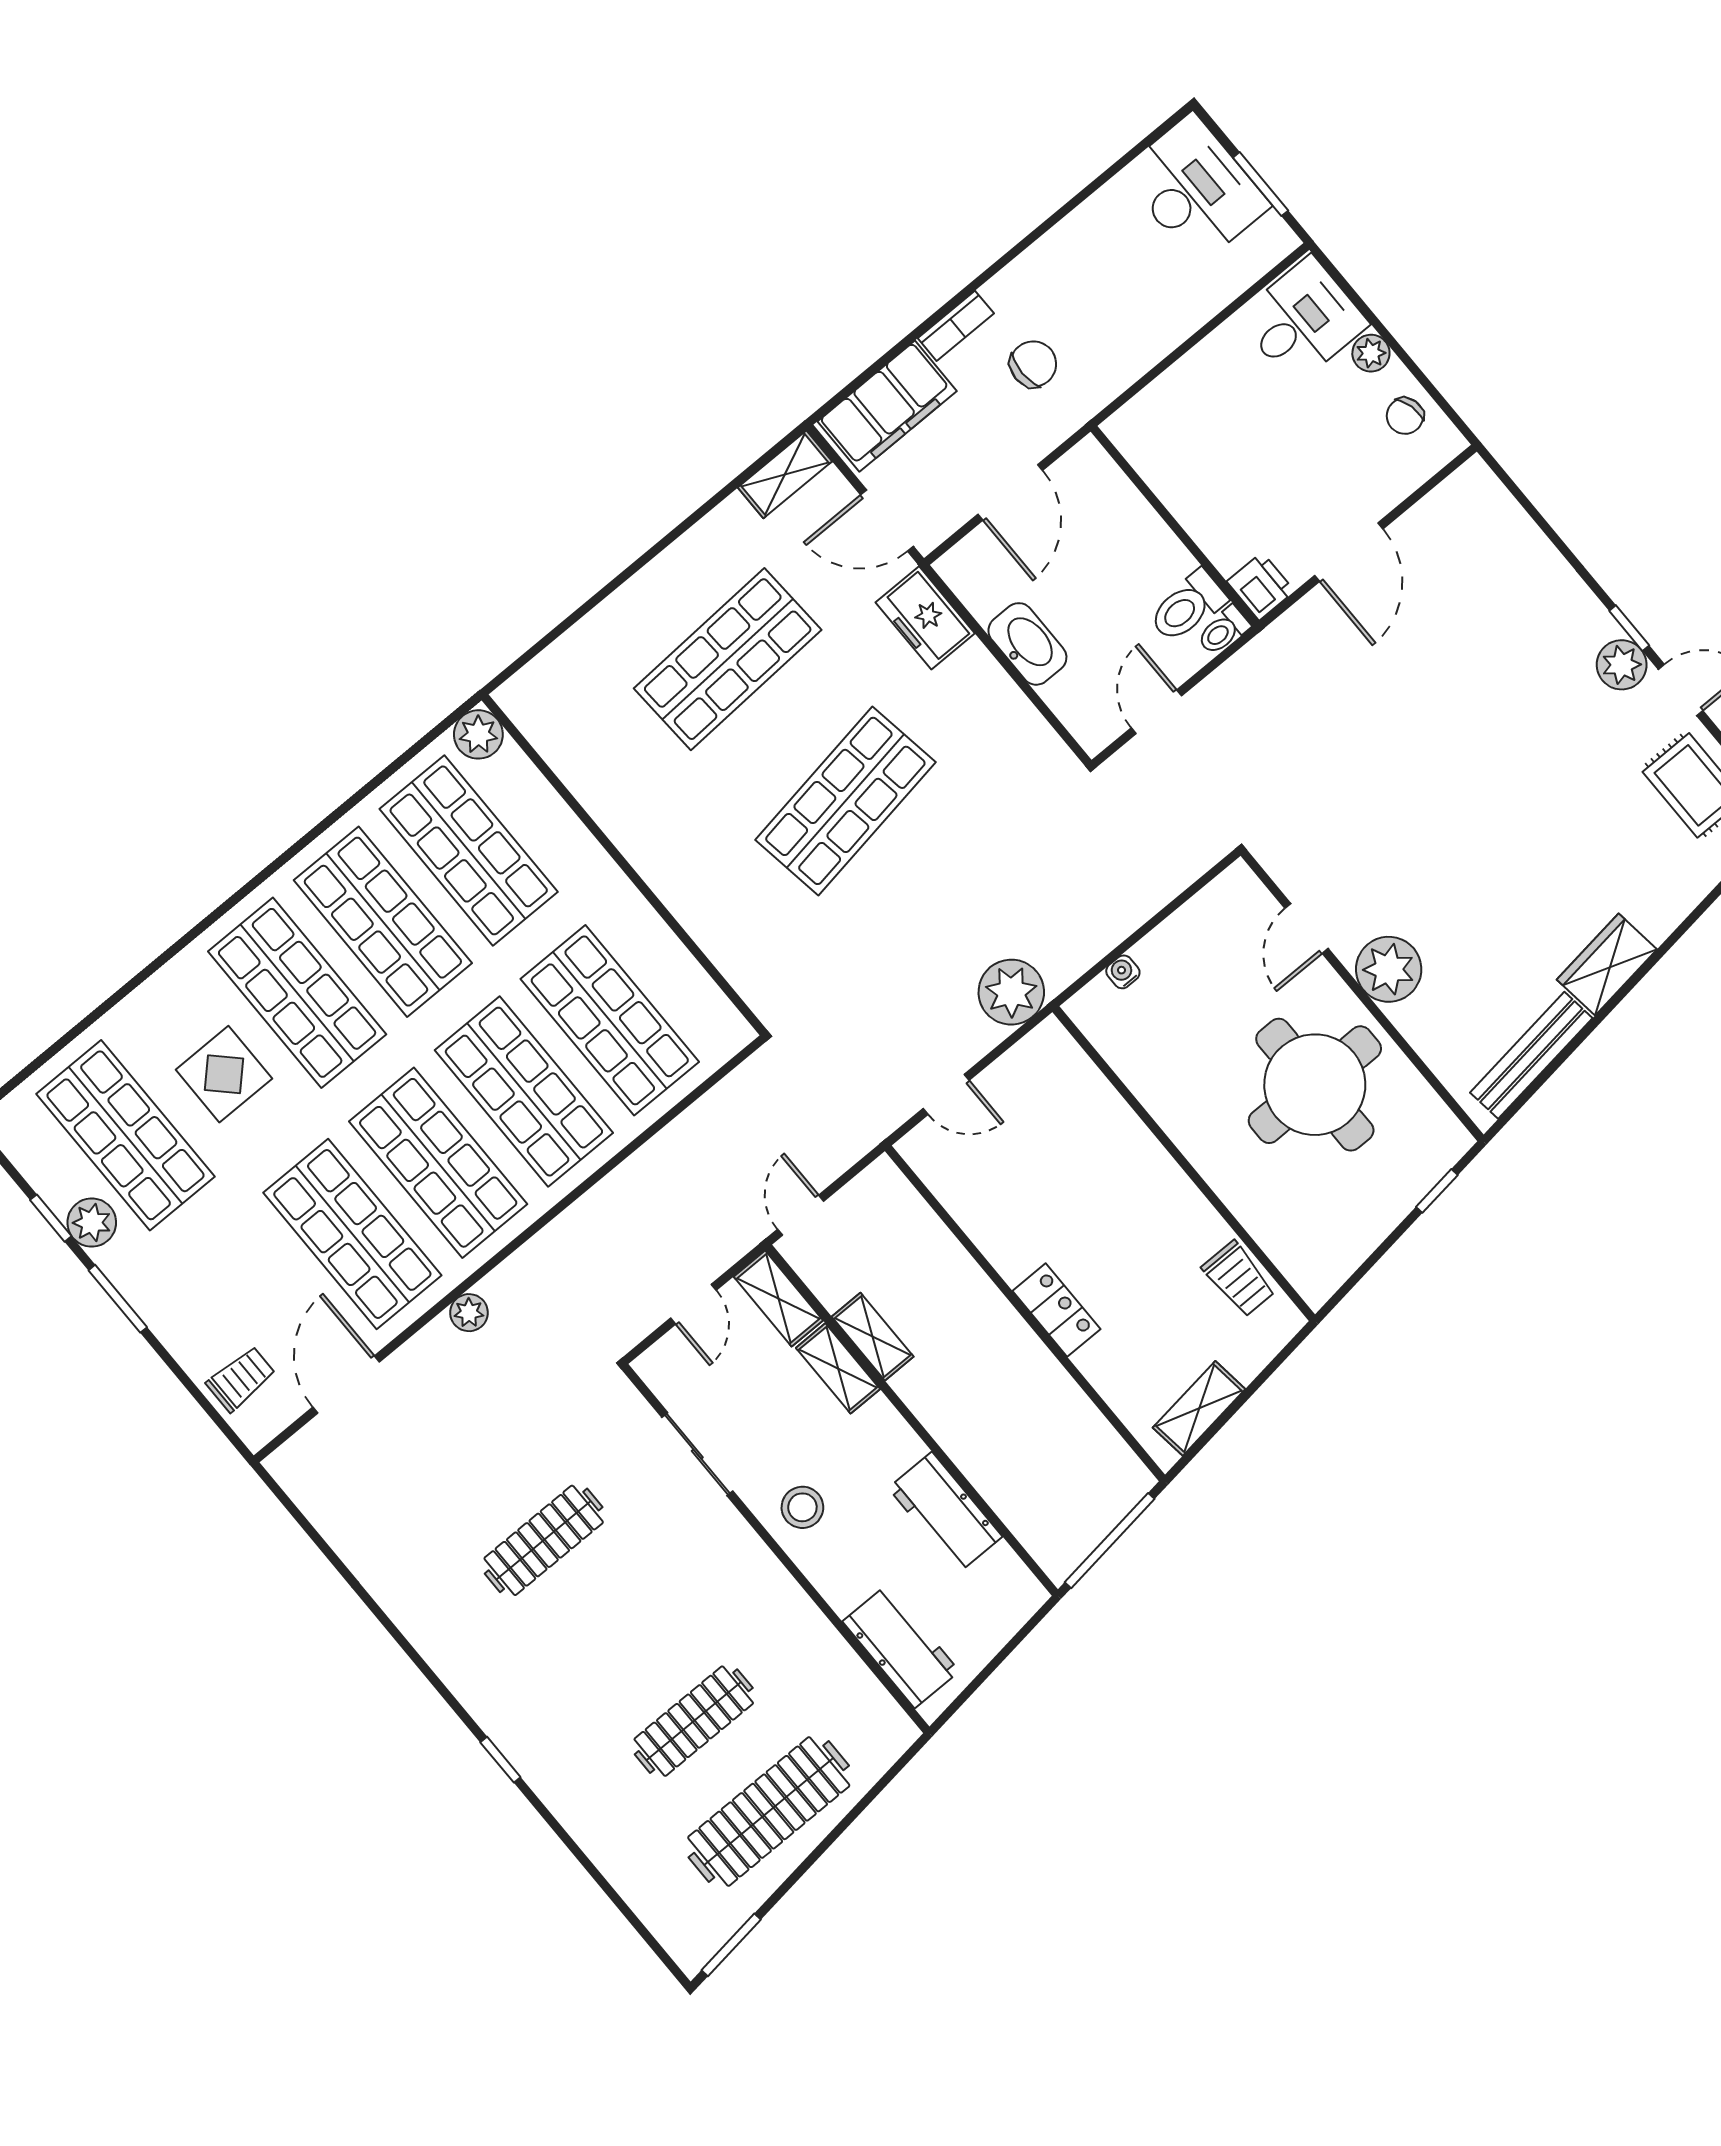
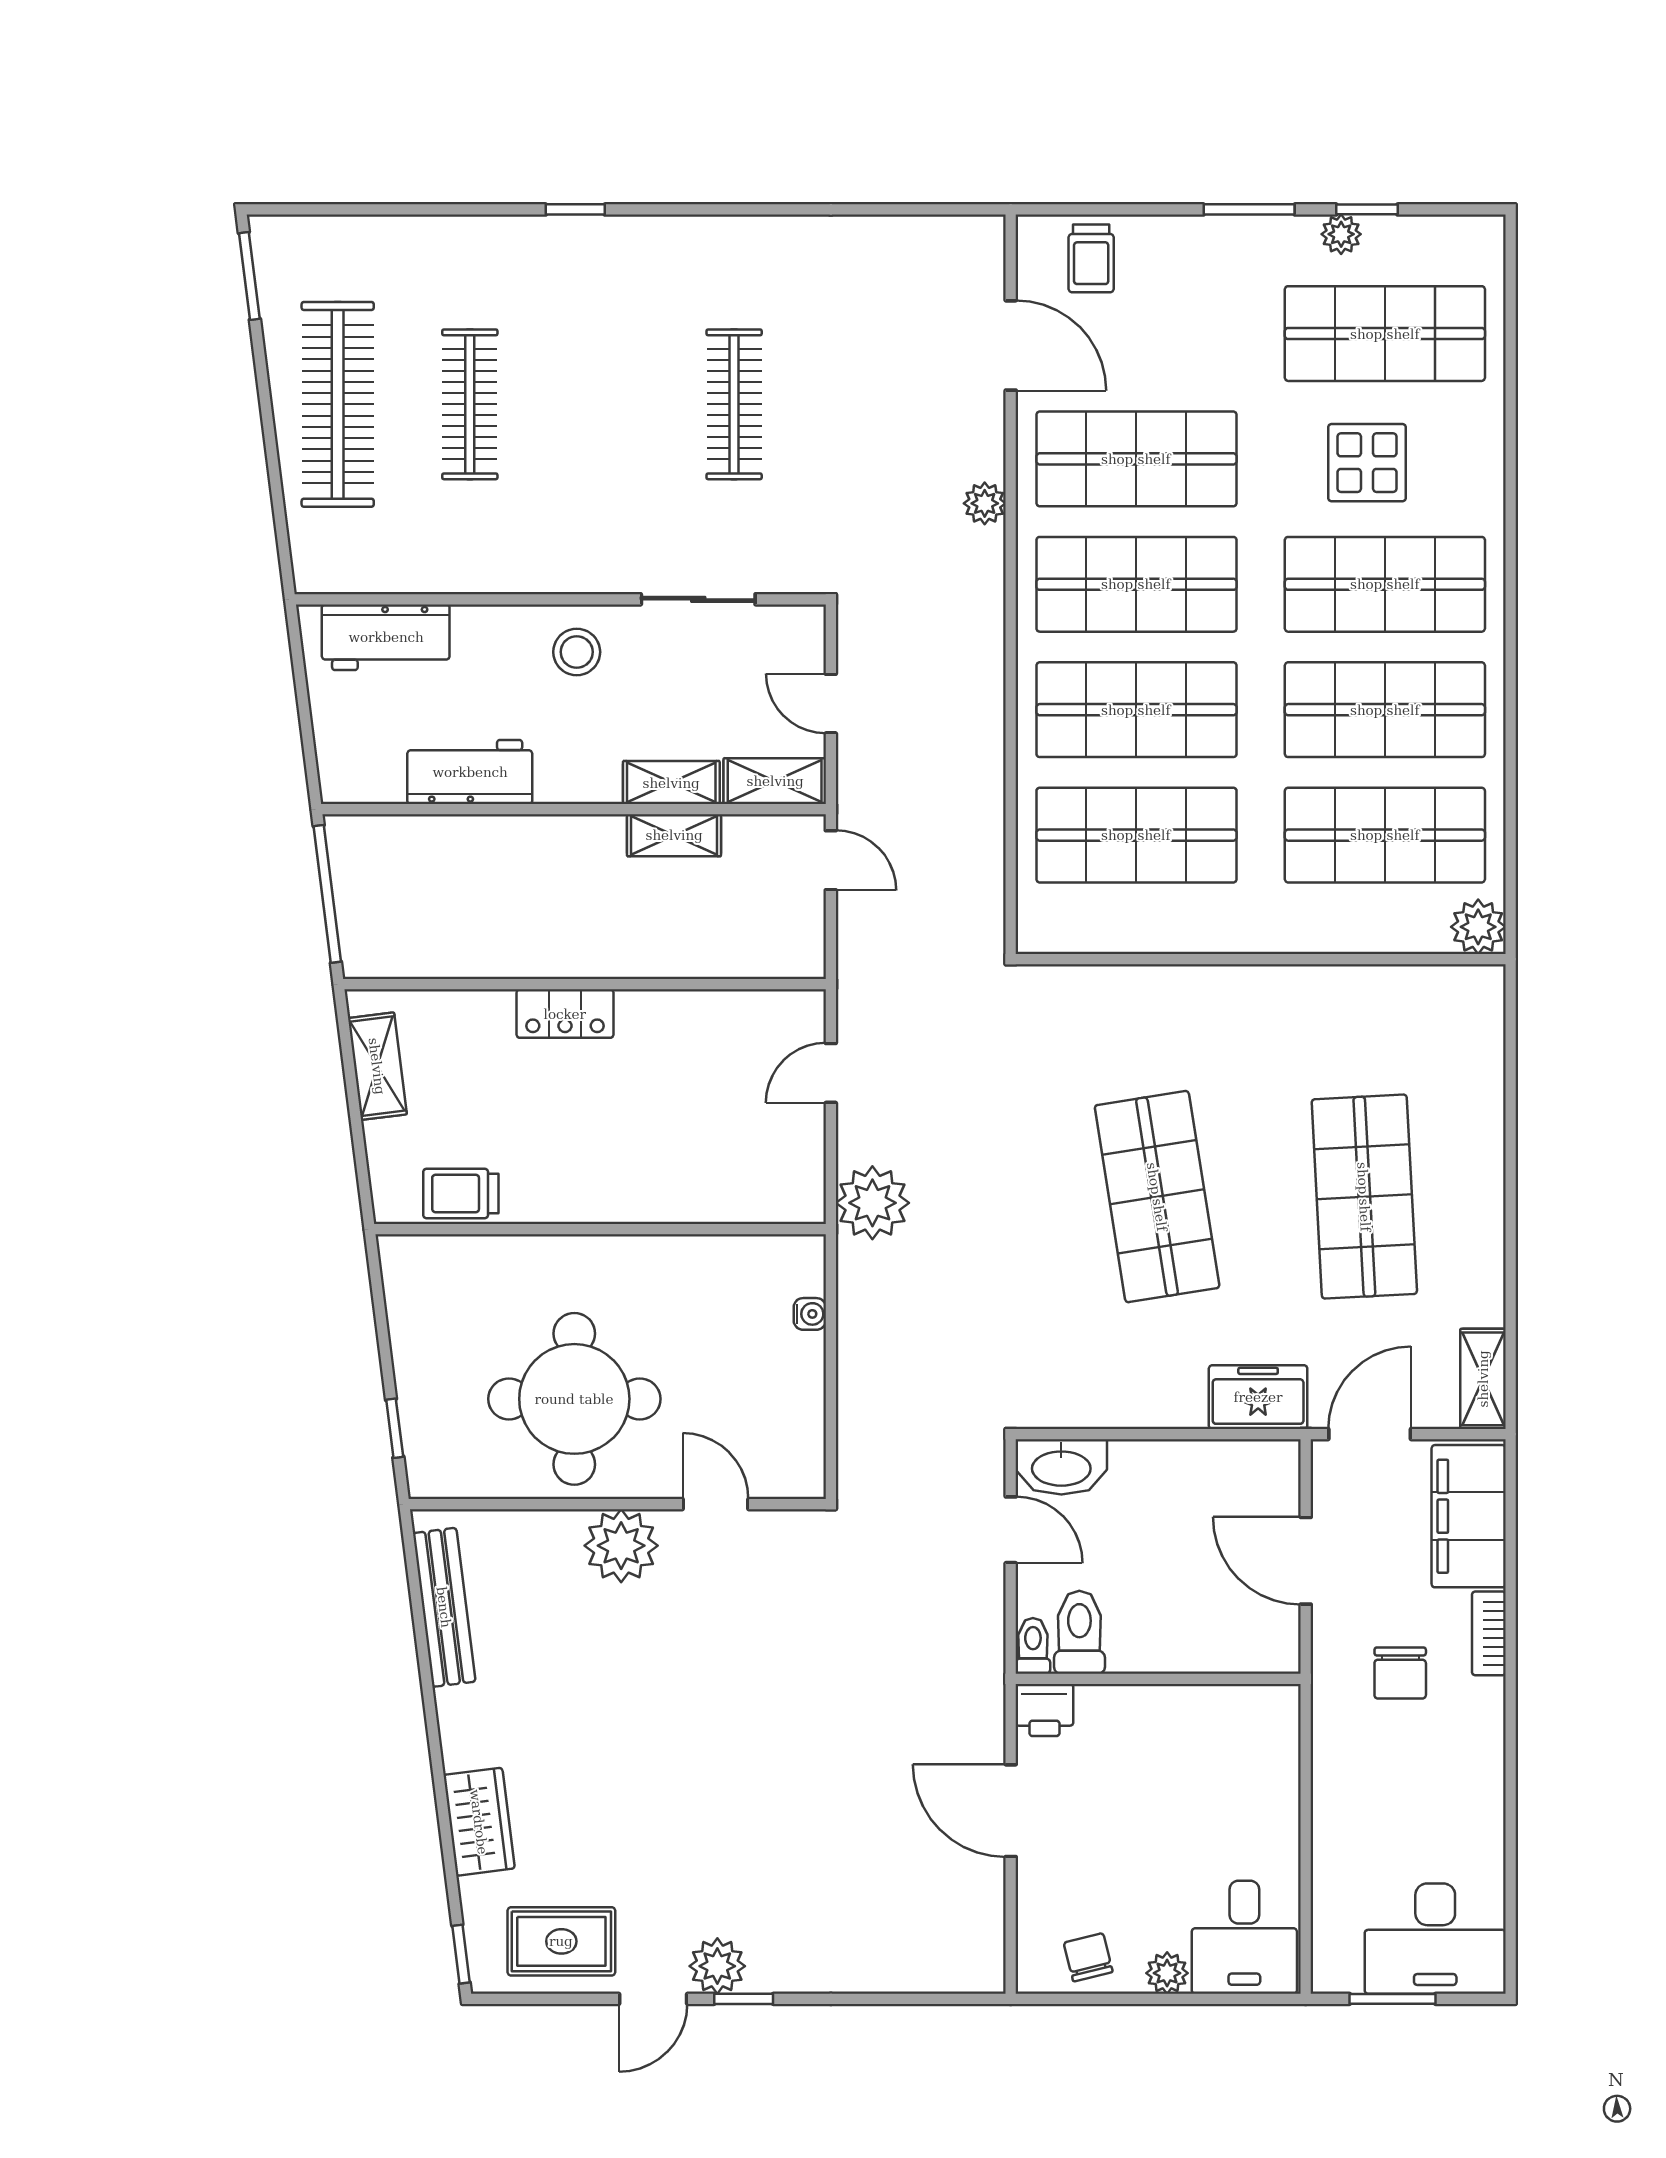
washbasin: (1027, 644) -> (1061, 1467), moved
wardrobe: (1607, 964) -> (479, 1822), moved
plant: (92, 1223) -> (1341, 234), width x0.73, depth x0.73

